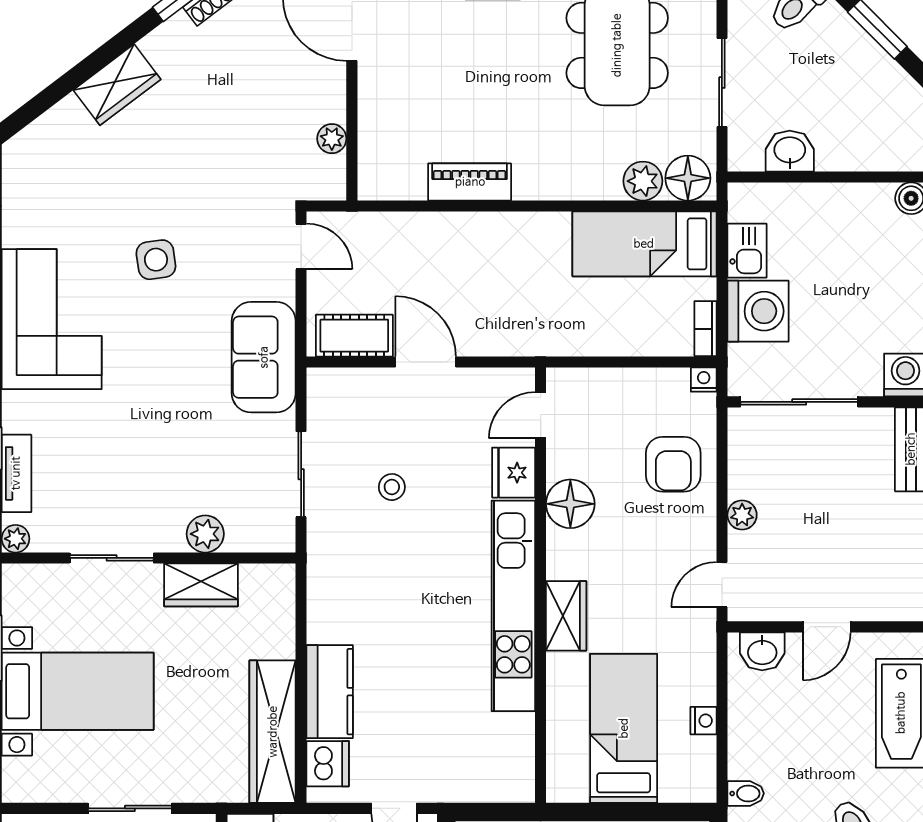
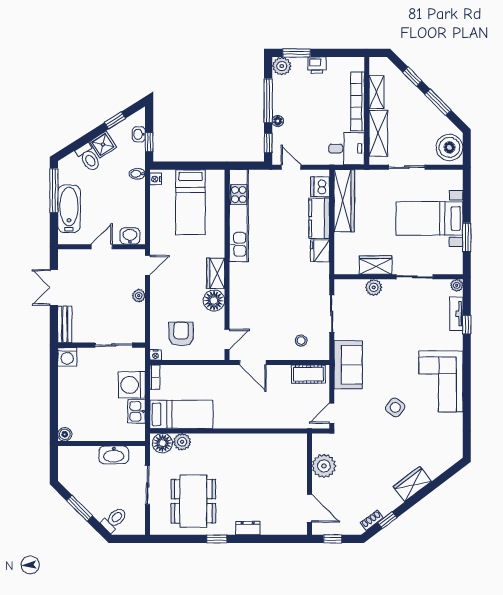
plant: (332, 139) -> (324, 466), width x1.87, depth x1.87
washbasin: (790, 151) -> (114, 455), width x1.38
piano: (470, 182) -> (258, 441), removed
door: (301, 247) -> (332, 413), hinge flipped
side table: (156, 260) -> (395, 407), turned 45
door: (426, 362) -> (253, 363), moved
sliding door: (799, 402) -> (114, 345), width x0.73
armchair: (673, 464) -> (181, 334), moved
fridge: (514, 473) -> (320, 251), moved, turned 180
stool: (392, 487) -> (301, 341), moved
kitchen unit: (513, 606) -> (239, 216), moved
wardrobe: (566, 616) -> (216, 273), moved
nightstand: (703, 721) -> (156, 179), moved

